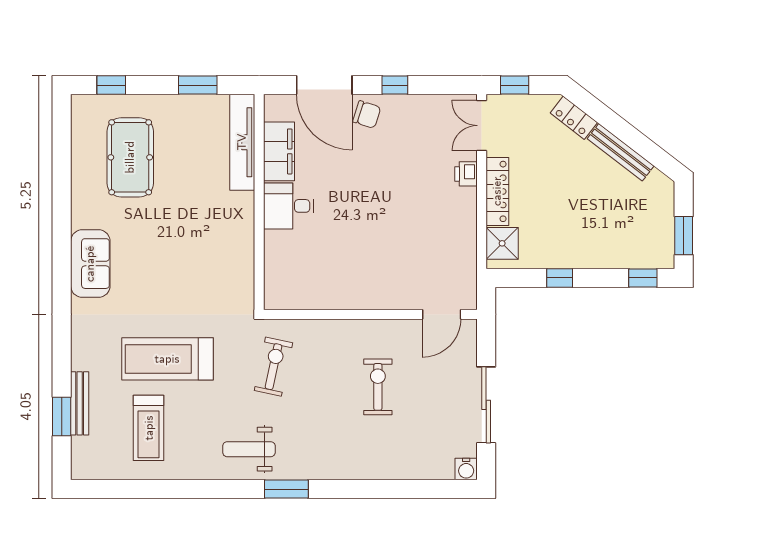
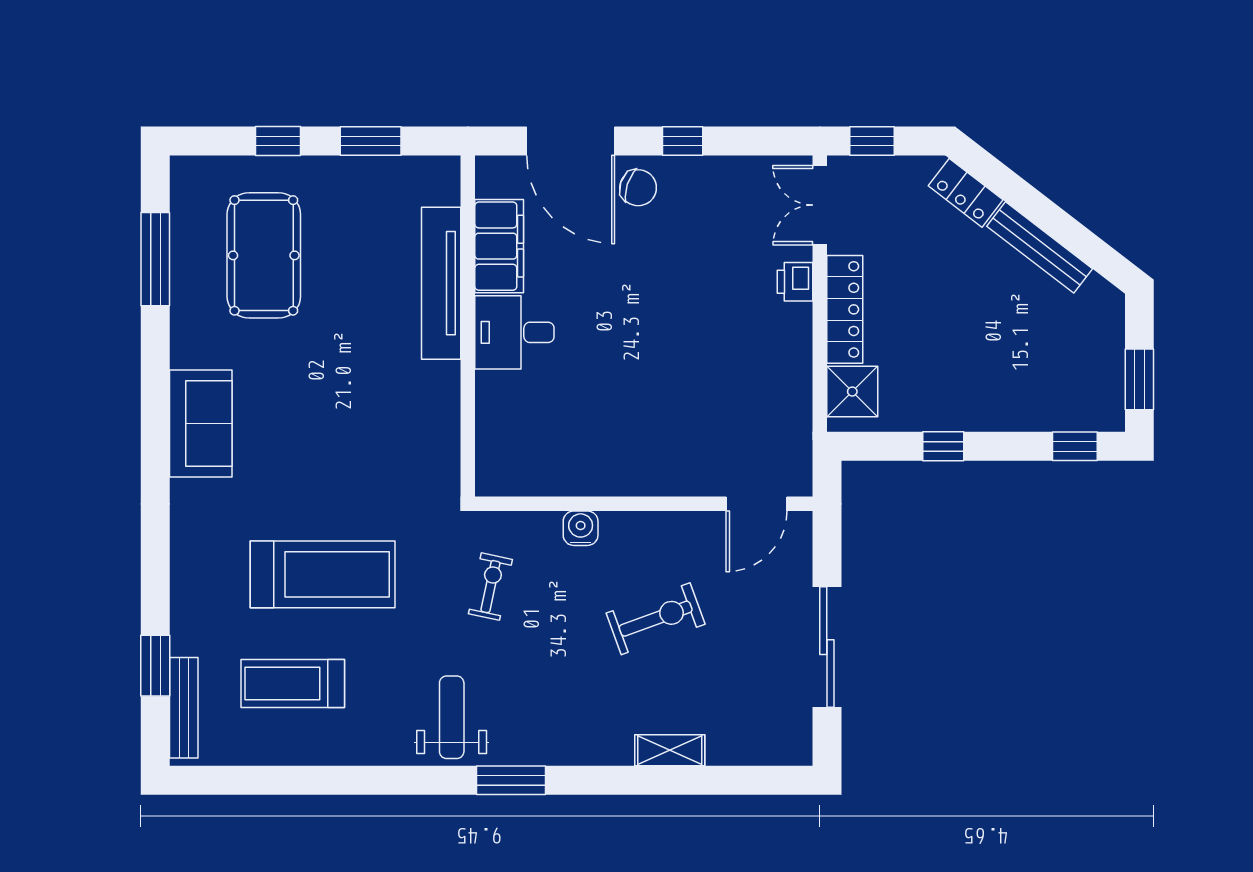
window: (111, 85) -> (278, 141), moved
tv unit: (242, 142) -> (441, 283), moved
window: (62, 160) -> (155, 259), added
treadmill: (167, 359) -> (323, 574), turned 180
exercise bike: (273, 367) -> (490, 587), width x0.73, depth x0.72
exercise bike: (378, 387) -> (656, 619), turned 70
bench: (80, 403) -> (184, 708), moved
treadmill: (149, 428) -> (293, 683), turned 90
weight bench: (249, 449) -> (452, 717), turned 90
water cooler: (466, 469) -> (581, 528), moved, turned 180
shelving: (387, 470) -> (670, 750), added

